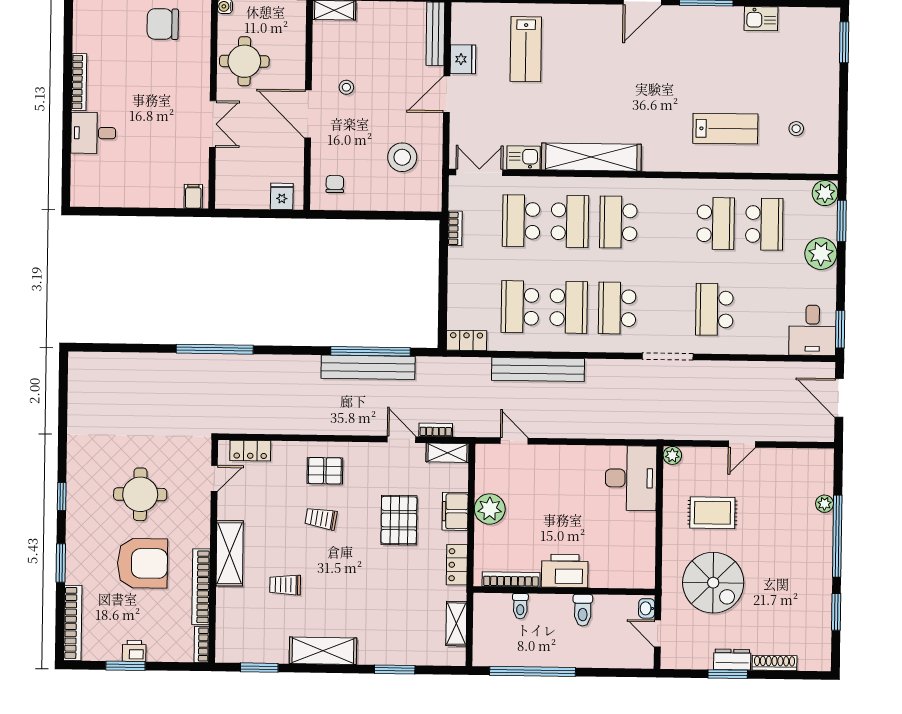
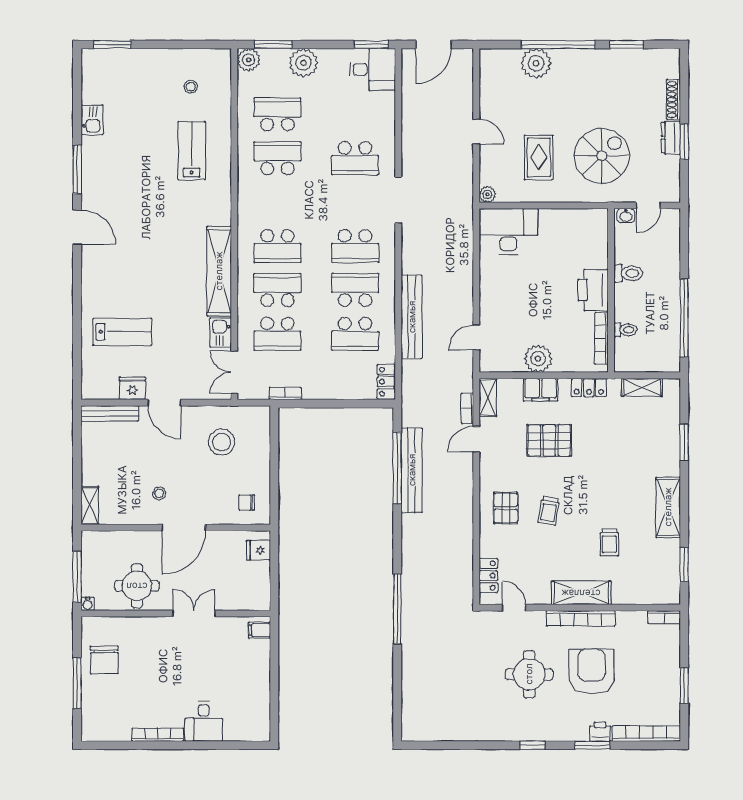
plant: (825, 504) -> (536, 63), width x1.88, depth x1.88
bookcase: (201, 587) -> (581, 618), moved
printer: (134, 651) -> (600, 732), moved, turned 90

